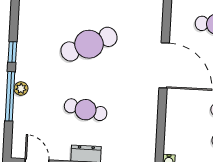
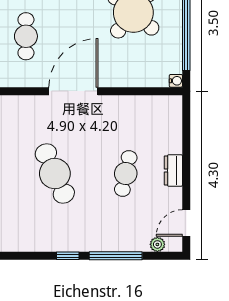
plant: (21, 89) -> (157, 244), moved

